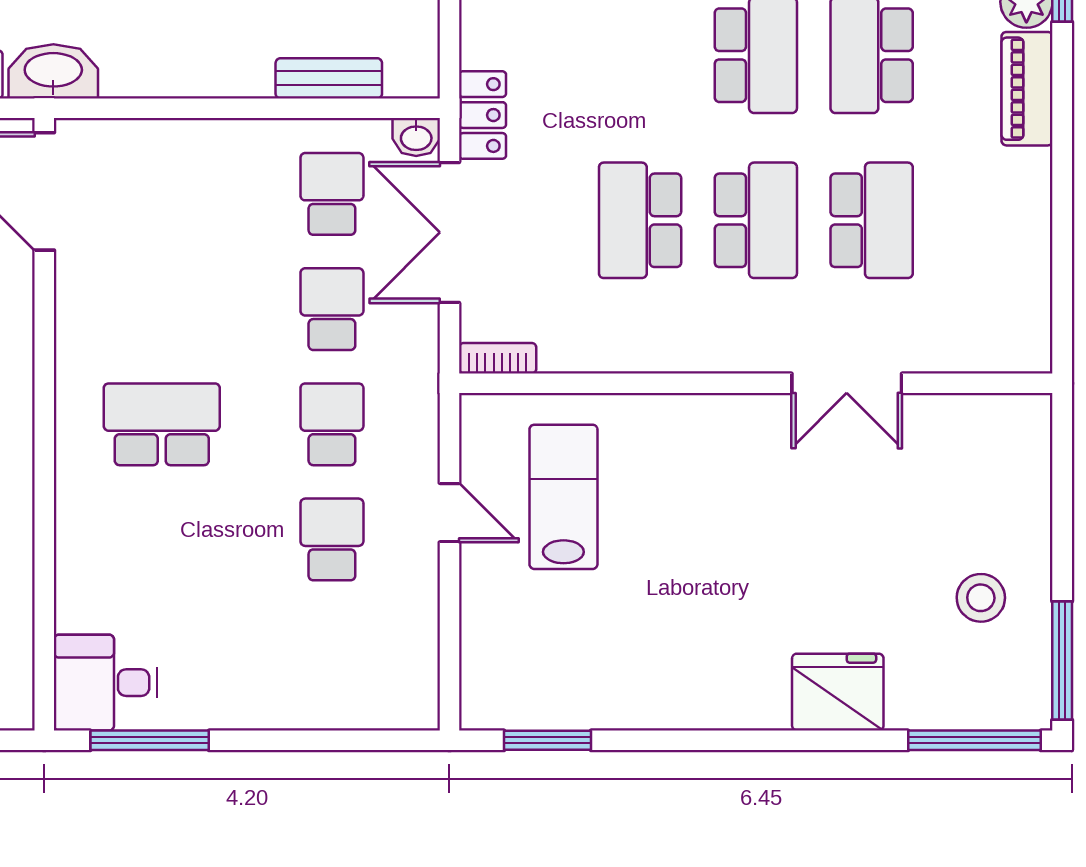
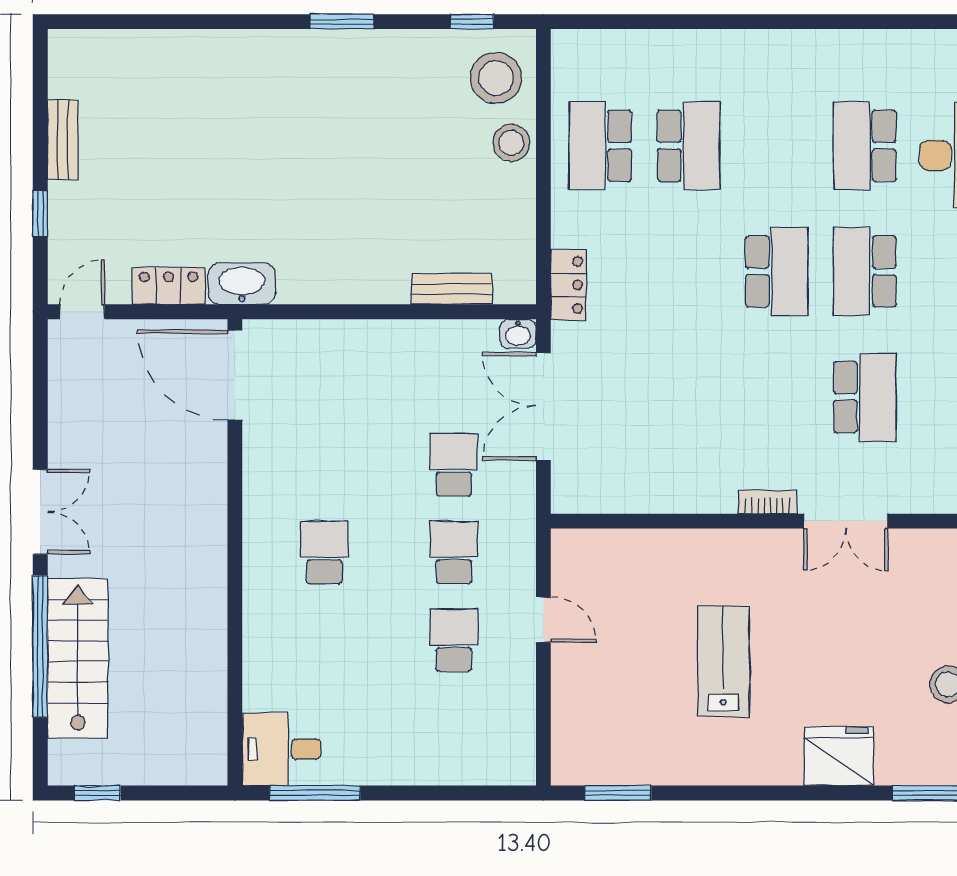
locker: (483, 115) -> (569, 285), moved
school desk: (332, 194) -> (454, 377), removed
school desk: (640, 220) -> (688, 397), removed
school desk: (756, 220) -> (777, 397), removed
bookcase: (498, 358) -> (767, 502), moved
school desk: (162, 424) -> (324, 552), width x0.54
lab bench: (563, 497) -> (723, 662), moved

